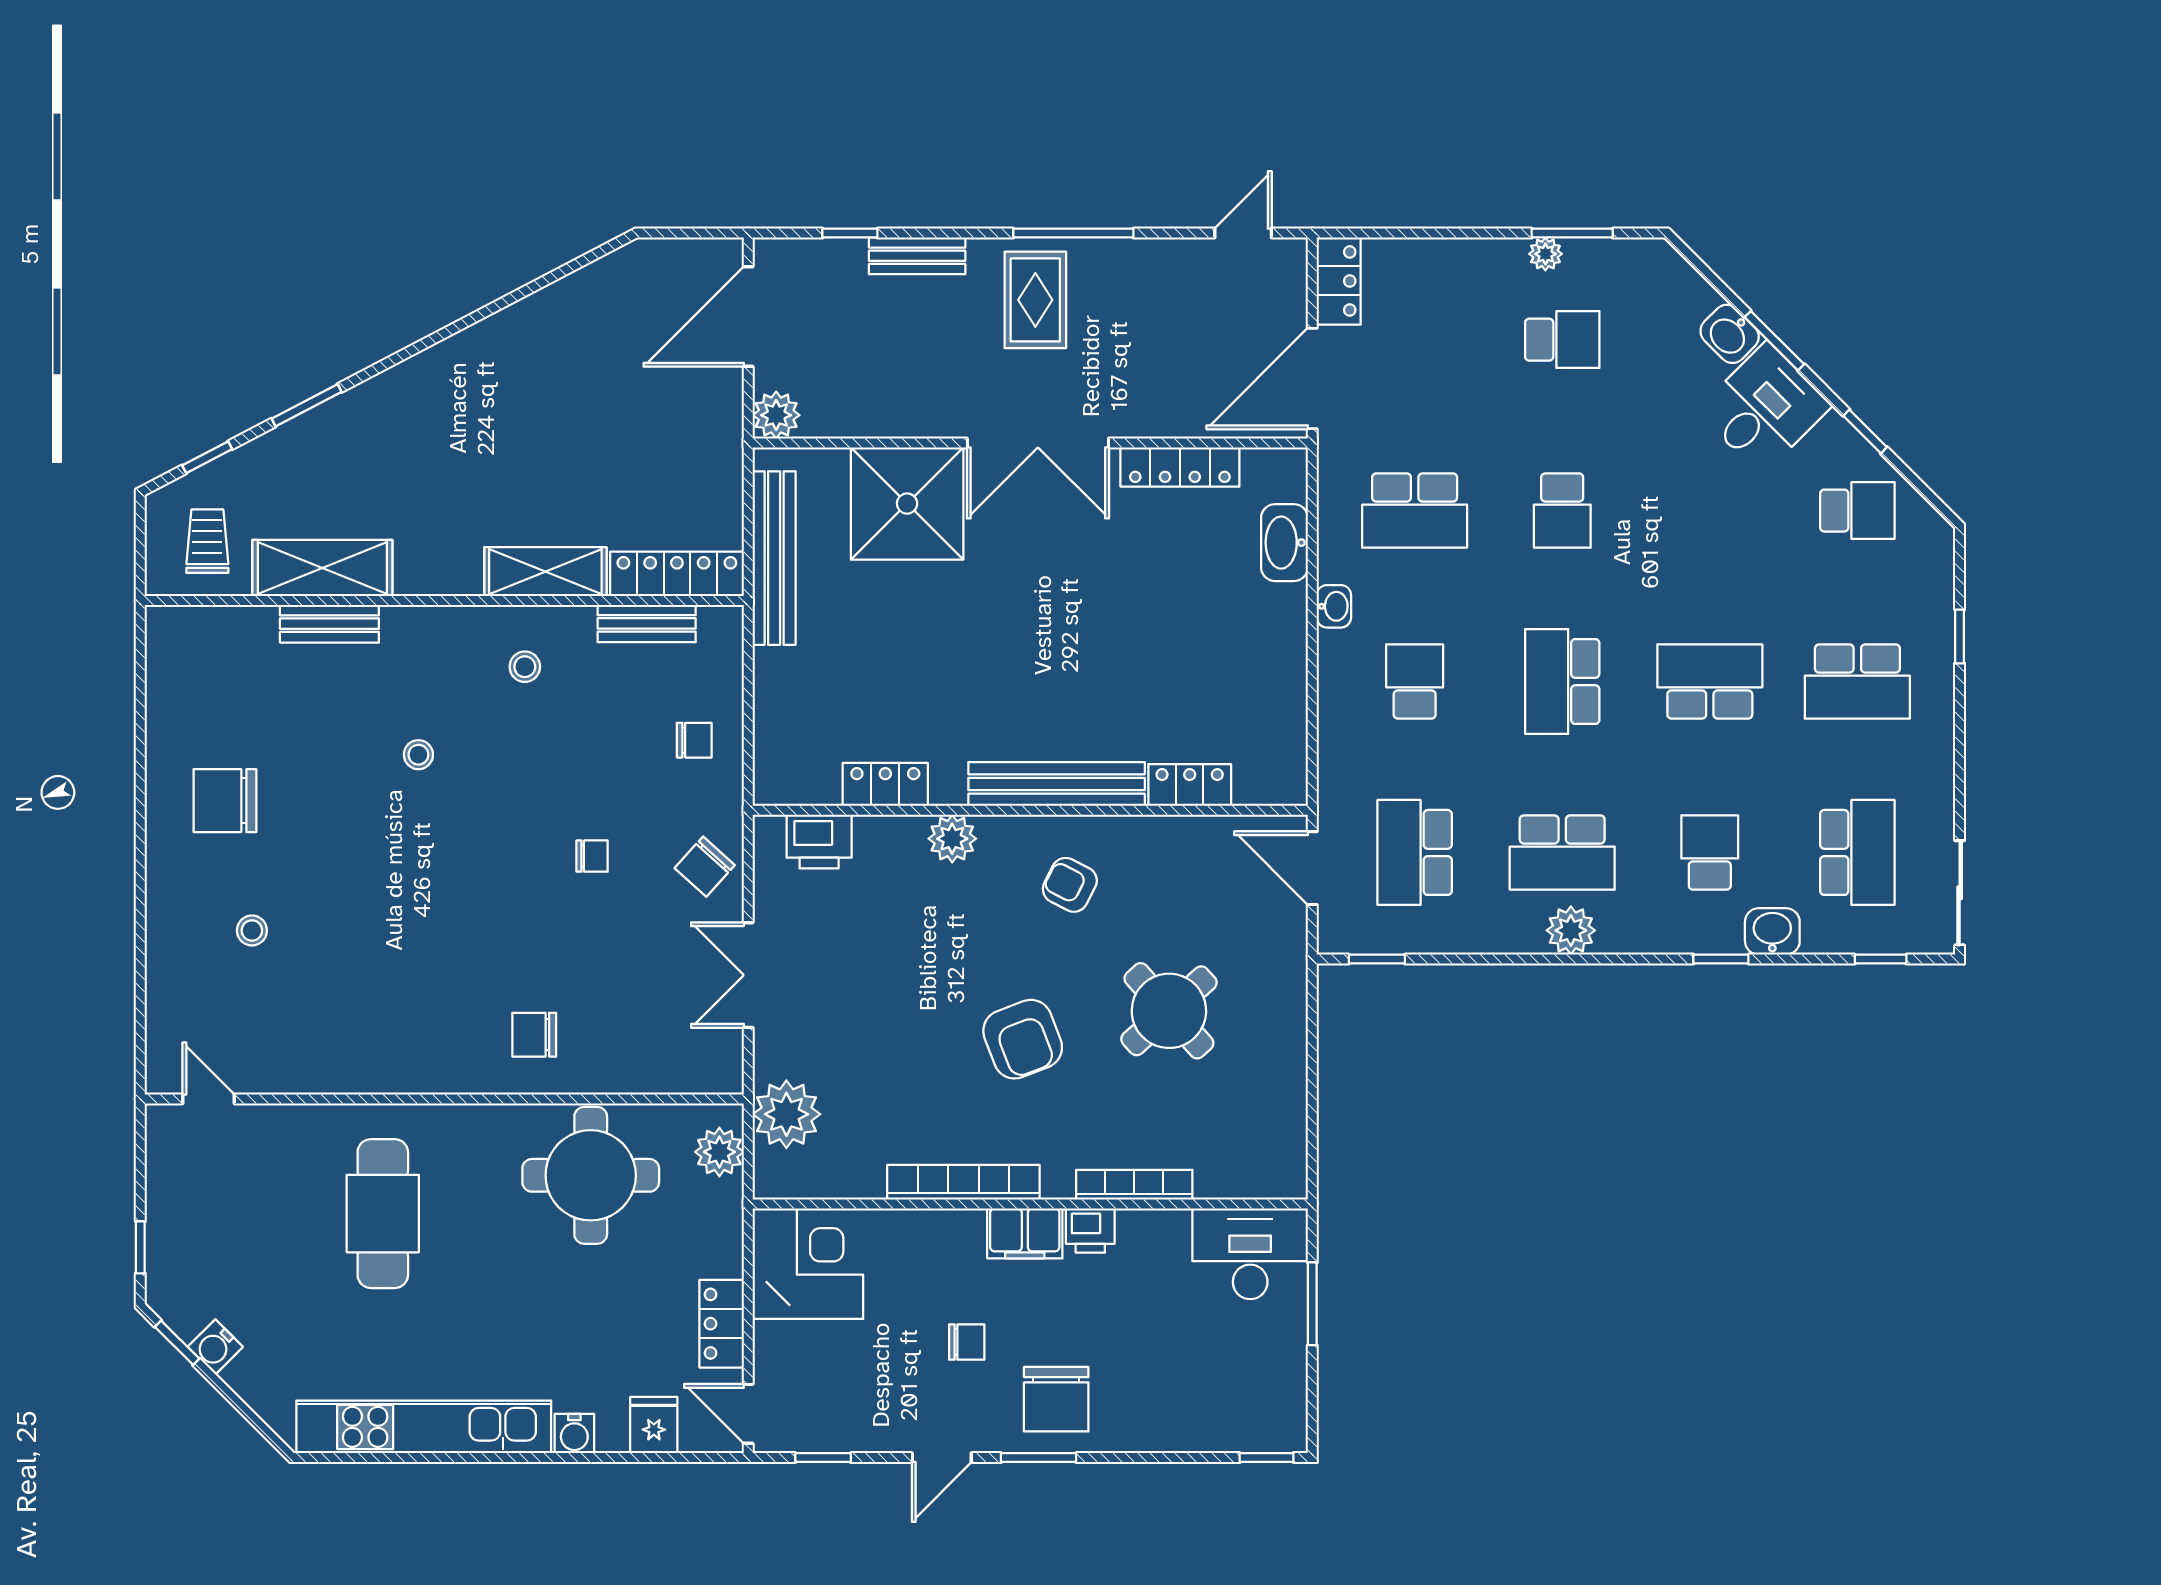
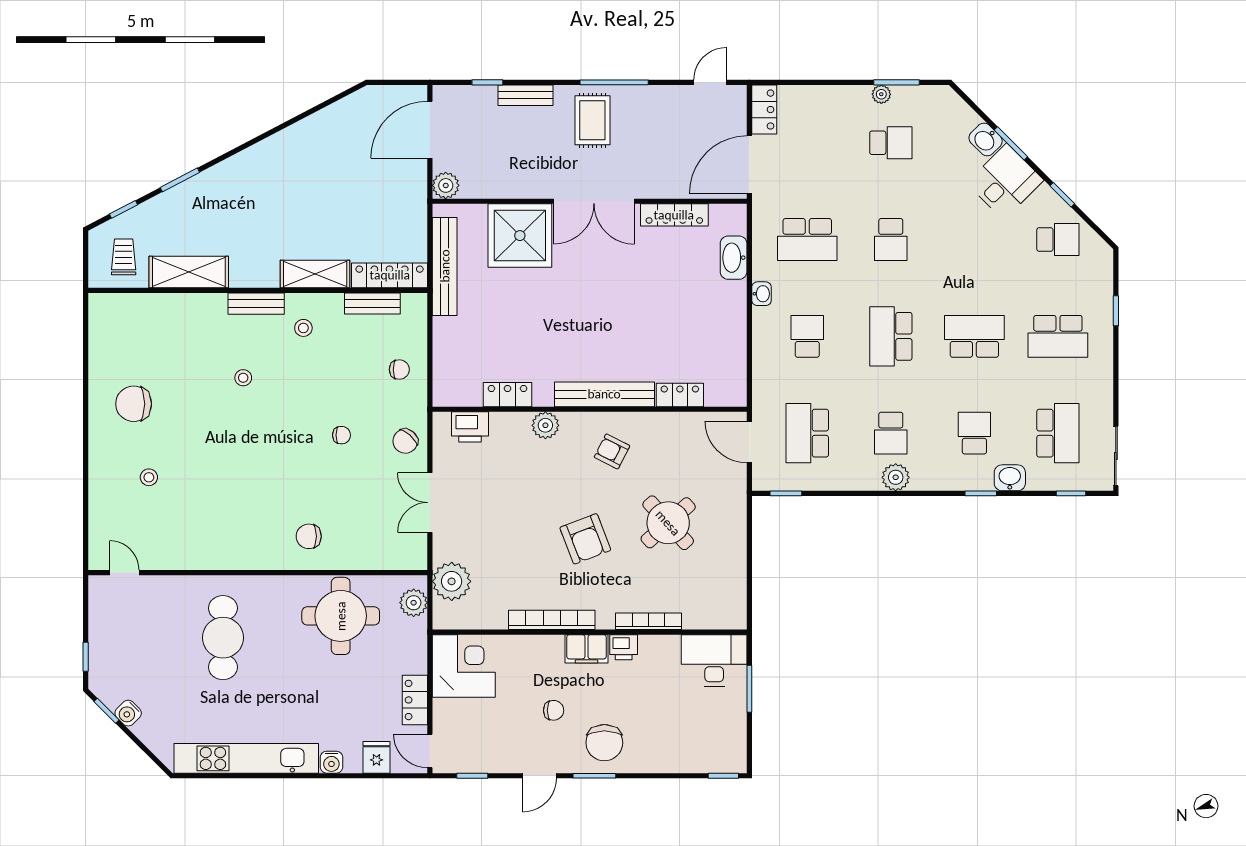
bench: (329, 624) -> (256, 304), moved
school desk: (1562, 852) -> (891, 433), width x0.54

